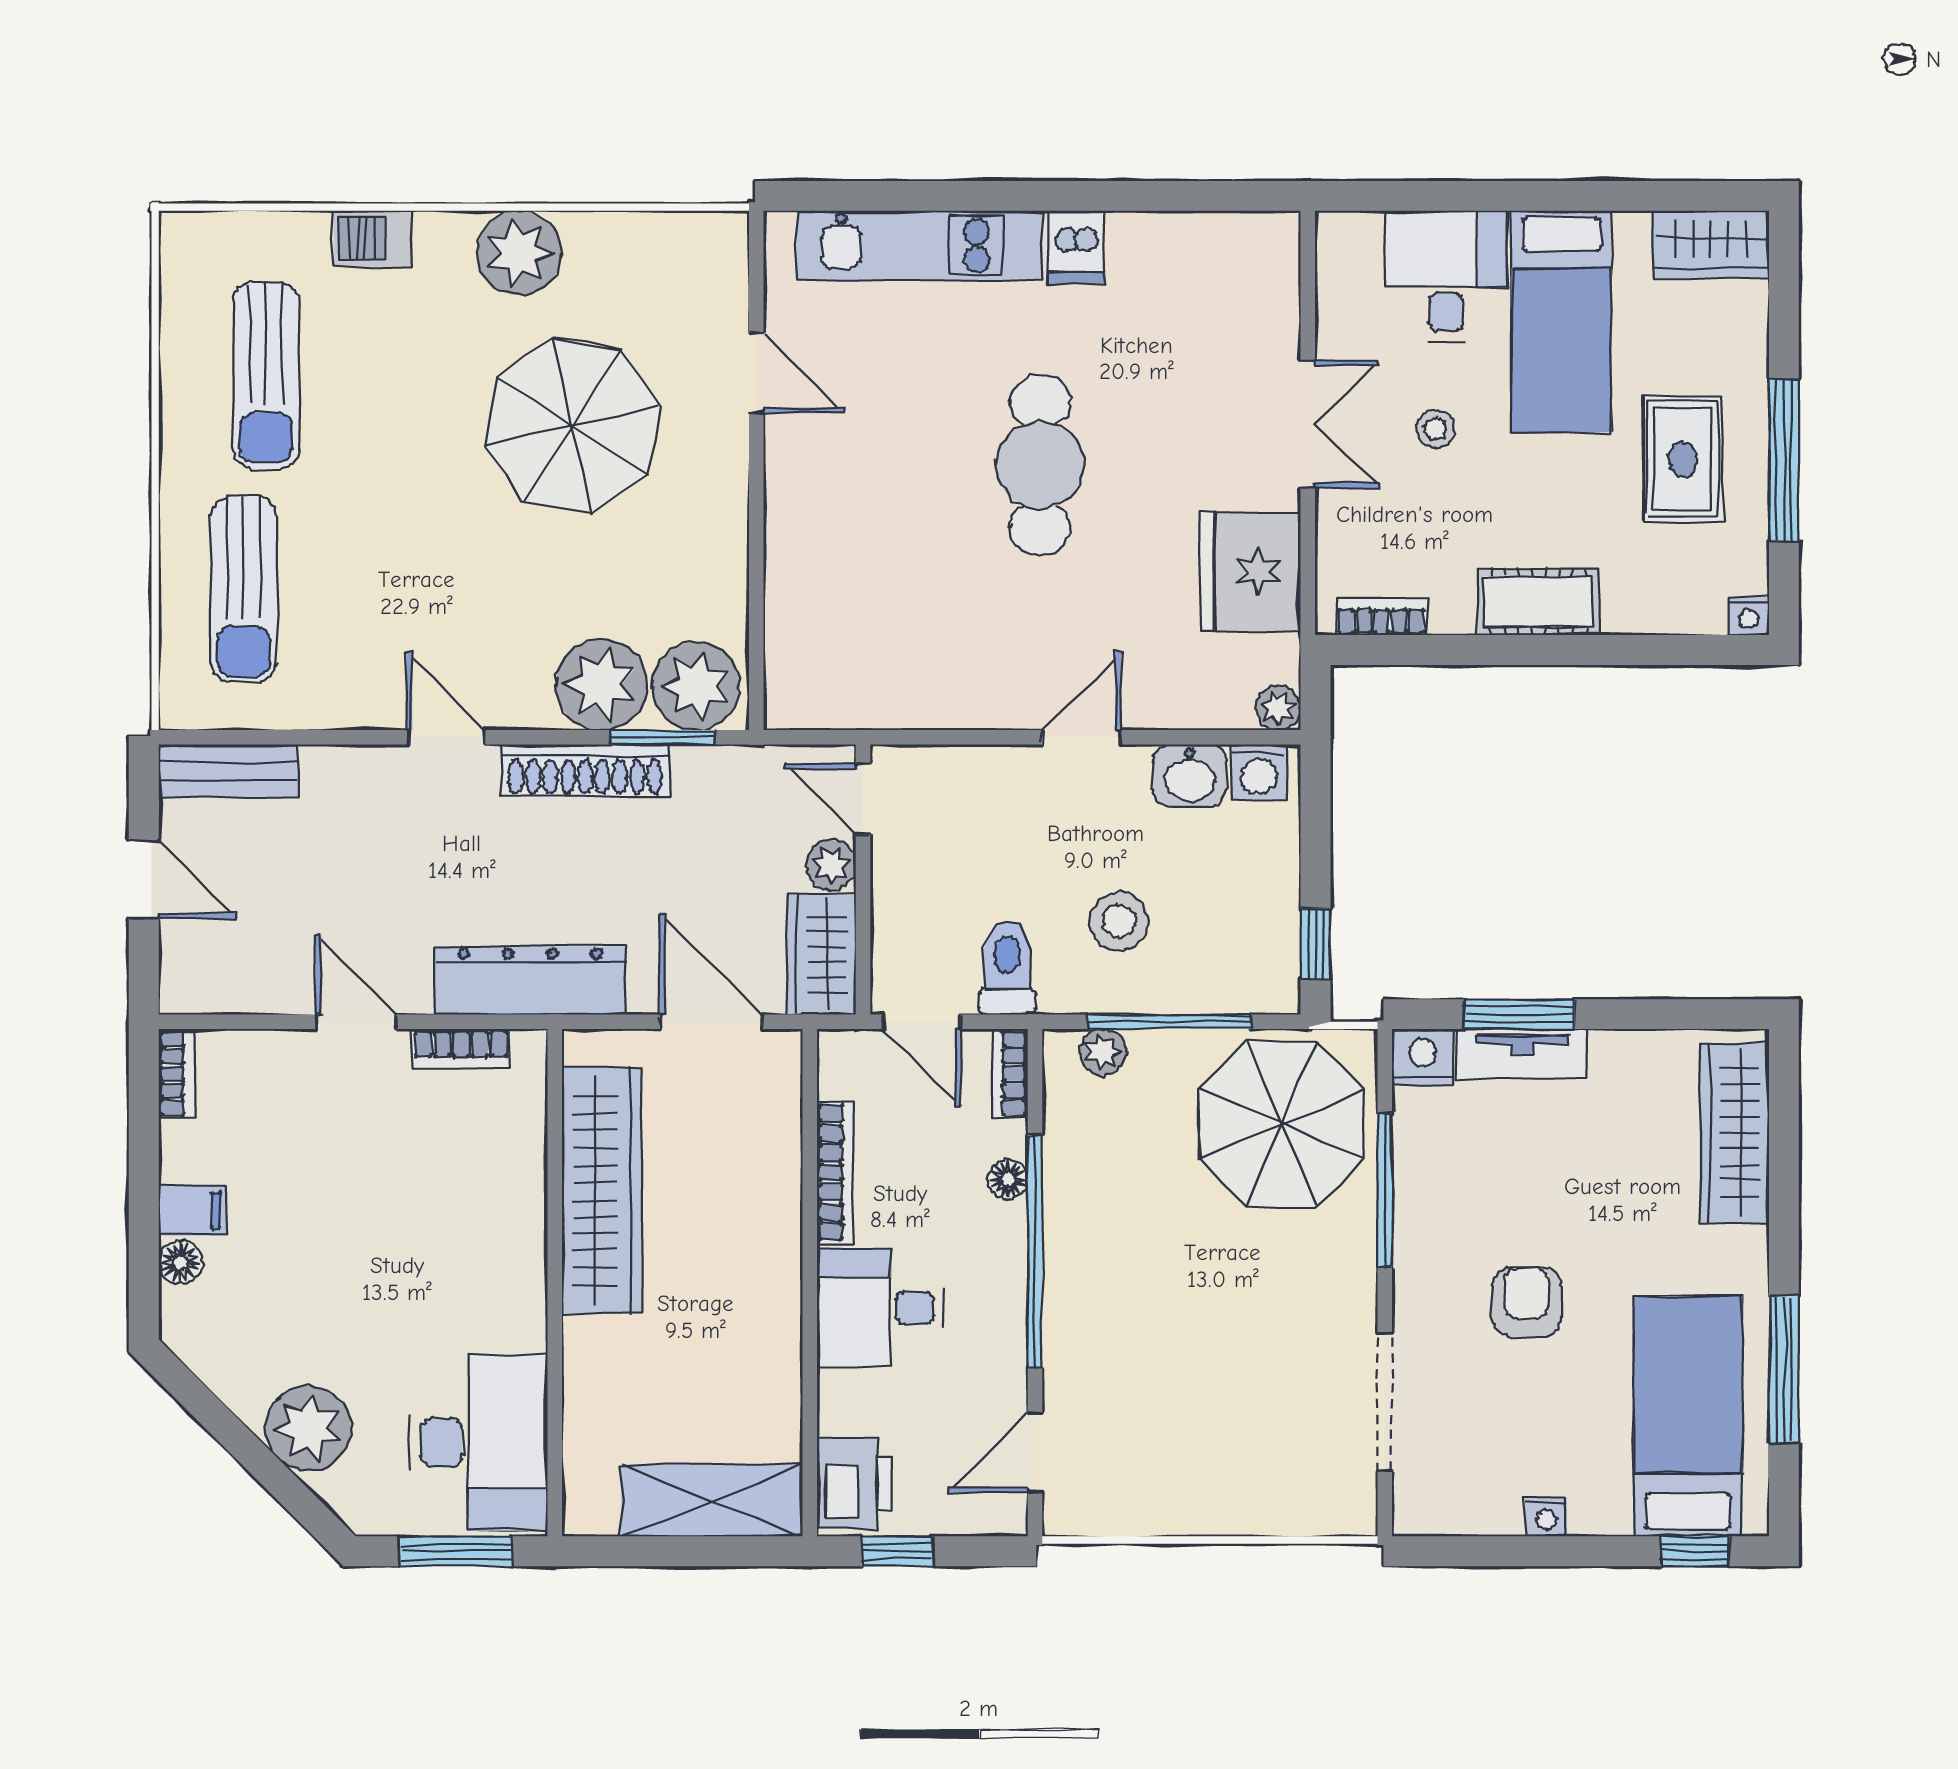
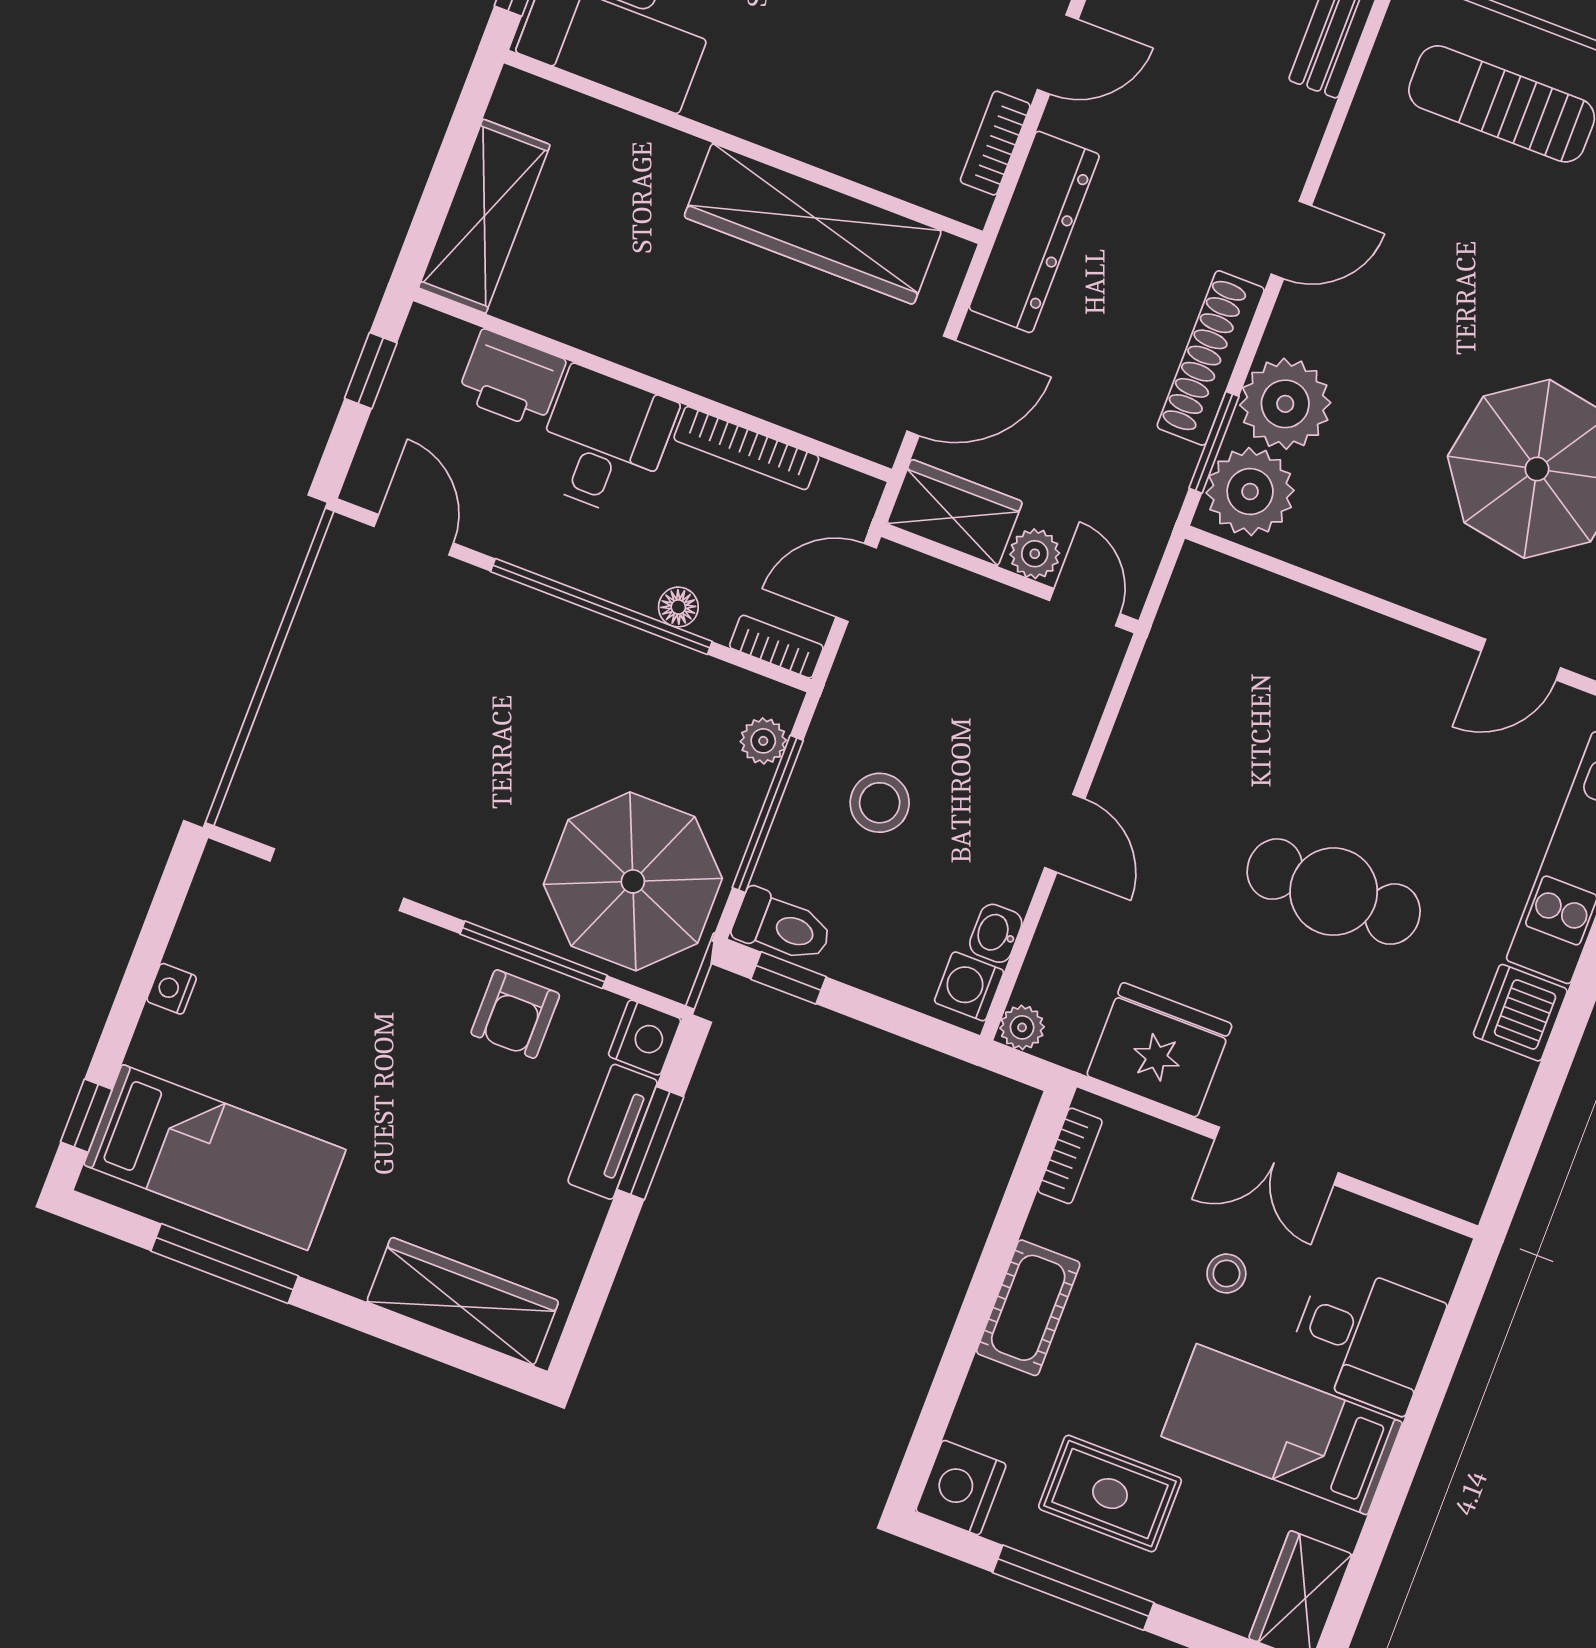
dishwasher: (1076, 247) -> (1520, 1013), width x1.38
nightstand: (1749, 616) -> (961, 1488), width x1.89, depth x1.79
washbasin: (1190, 776) -> (996, 933), width x0.72, depth x0.69
door: (863, 799) -> (1085, 607), hinge flipped
toilet: (1007, 968) -> (782, 926), moved
armchair: (1526, 1302) -> (515, 1014), moved, turned 90
printer: (854, 1483) -> (511, 379), moved

